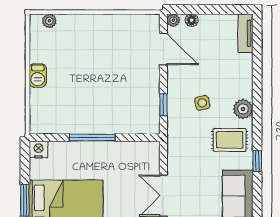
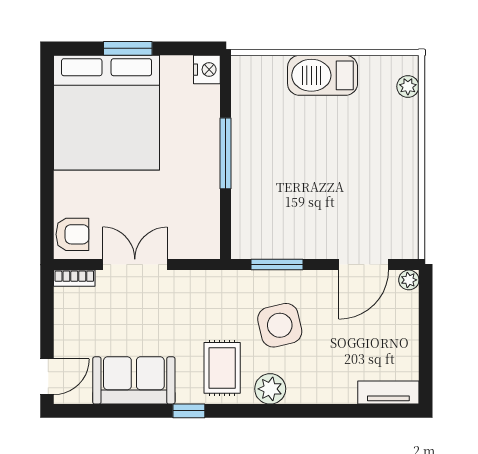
floor lamp: (192, 20) -> (409, 309), removed
barbecue: (38, 75) -> (323, 75), width x1.88, depth x1.53
side table: (202, 103) -> (280, 325), width x1.87, depth x1.87
window: (163, 105) -> (277, 265), width x1.50

